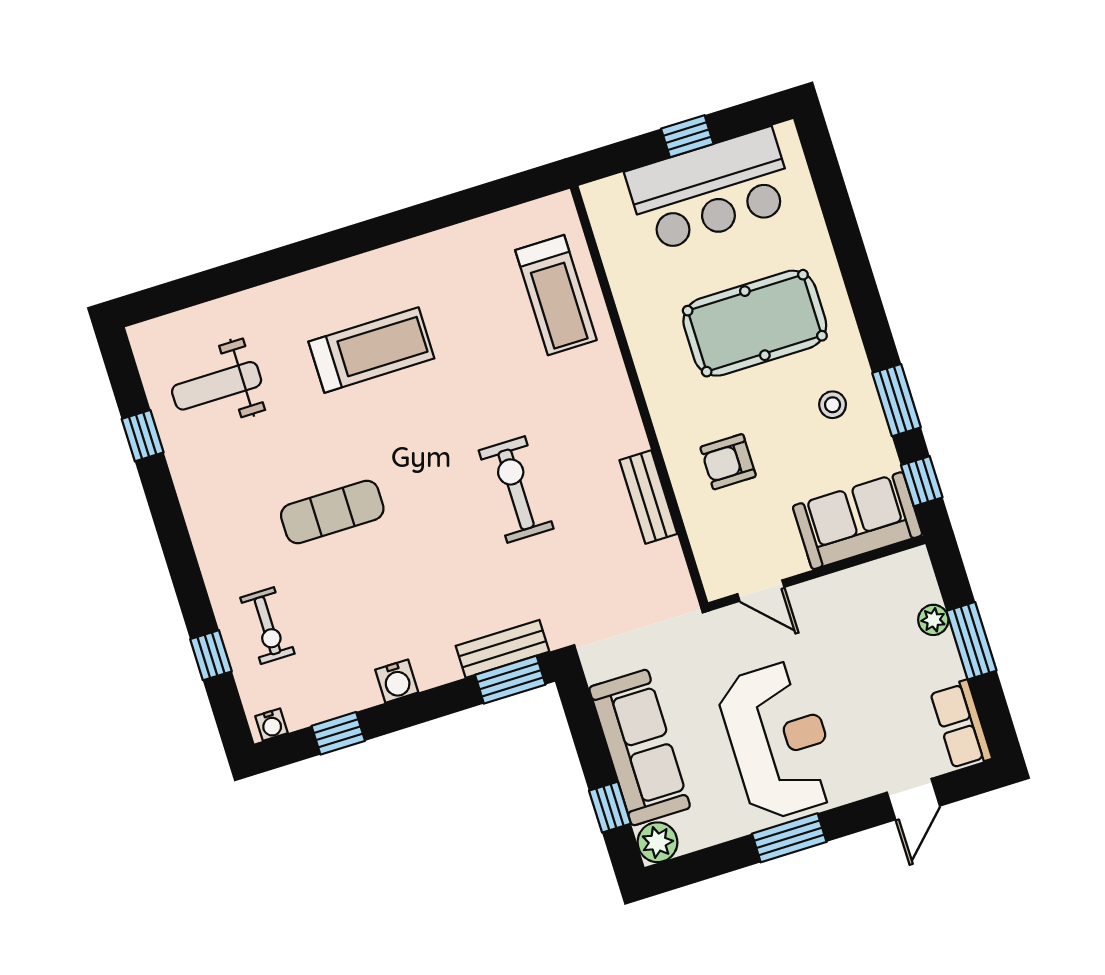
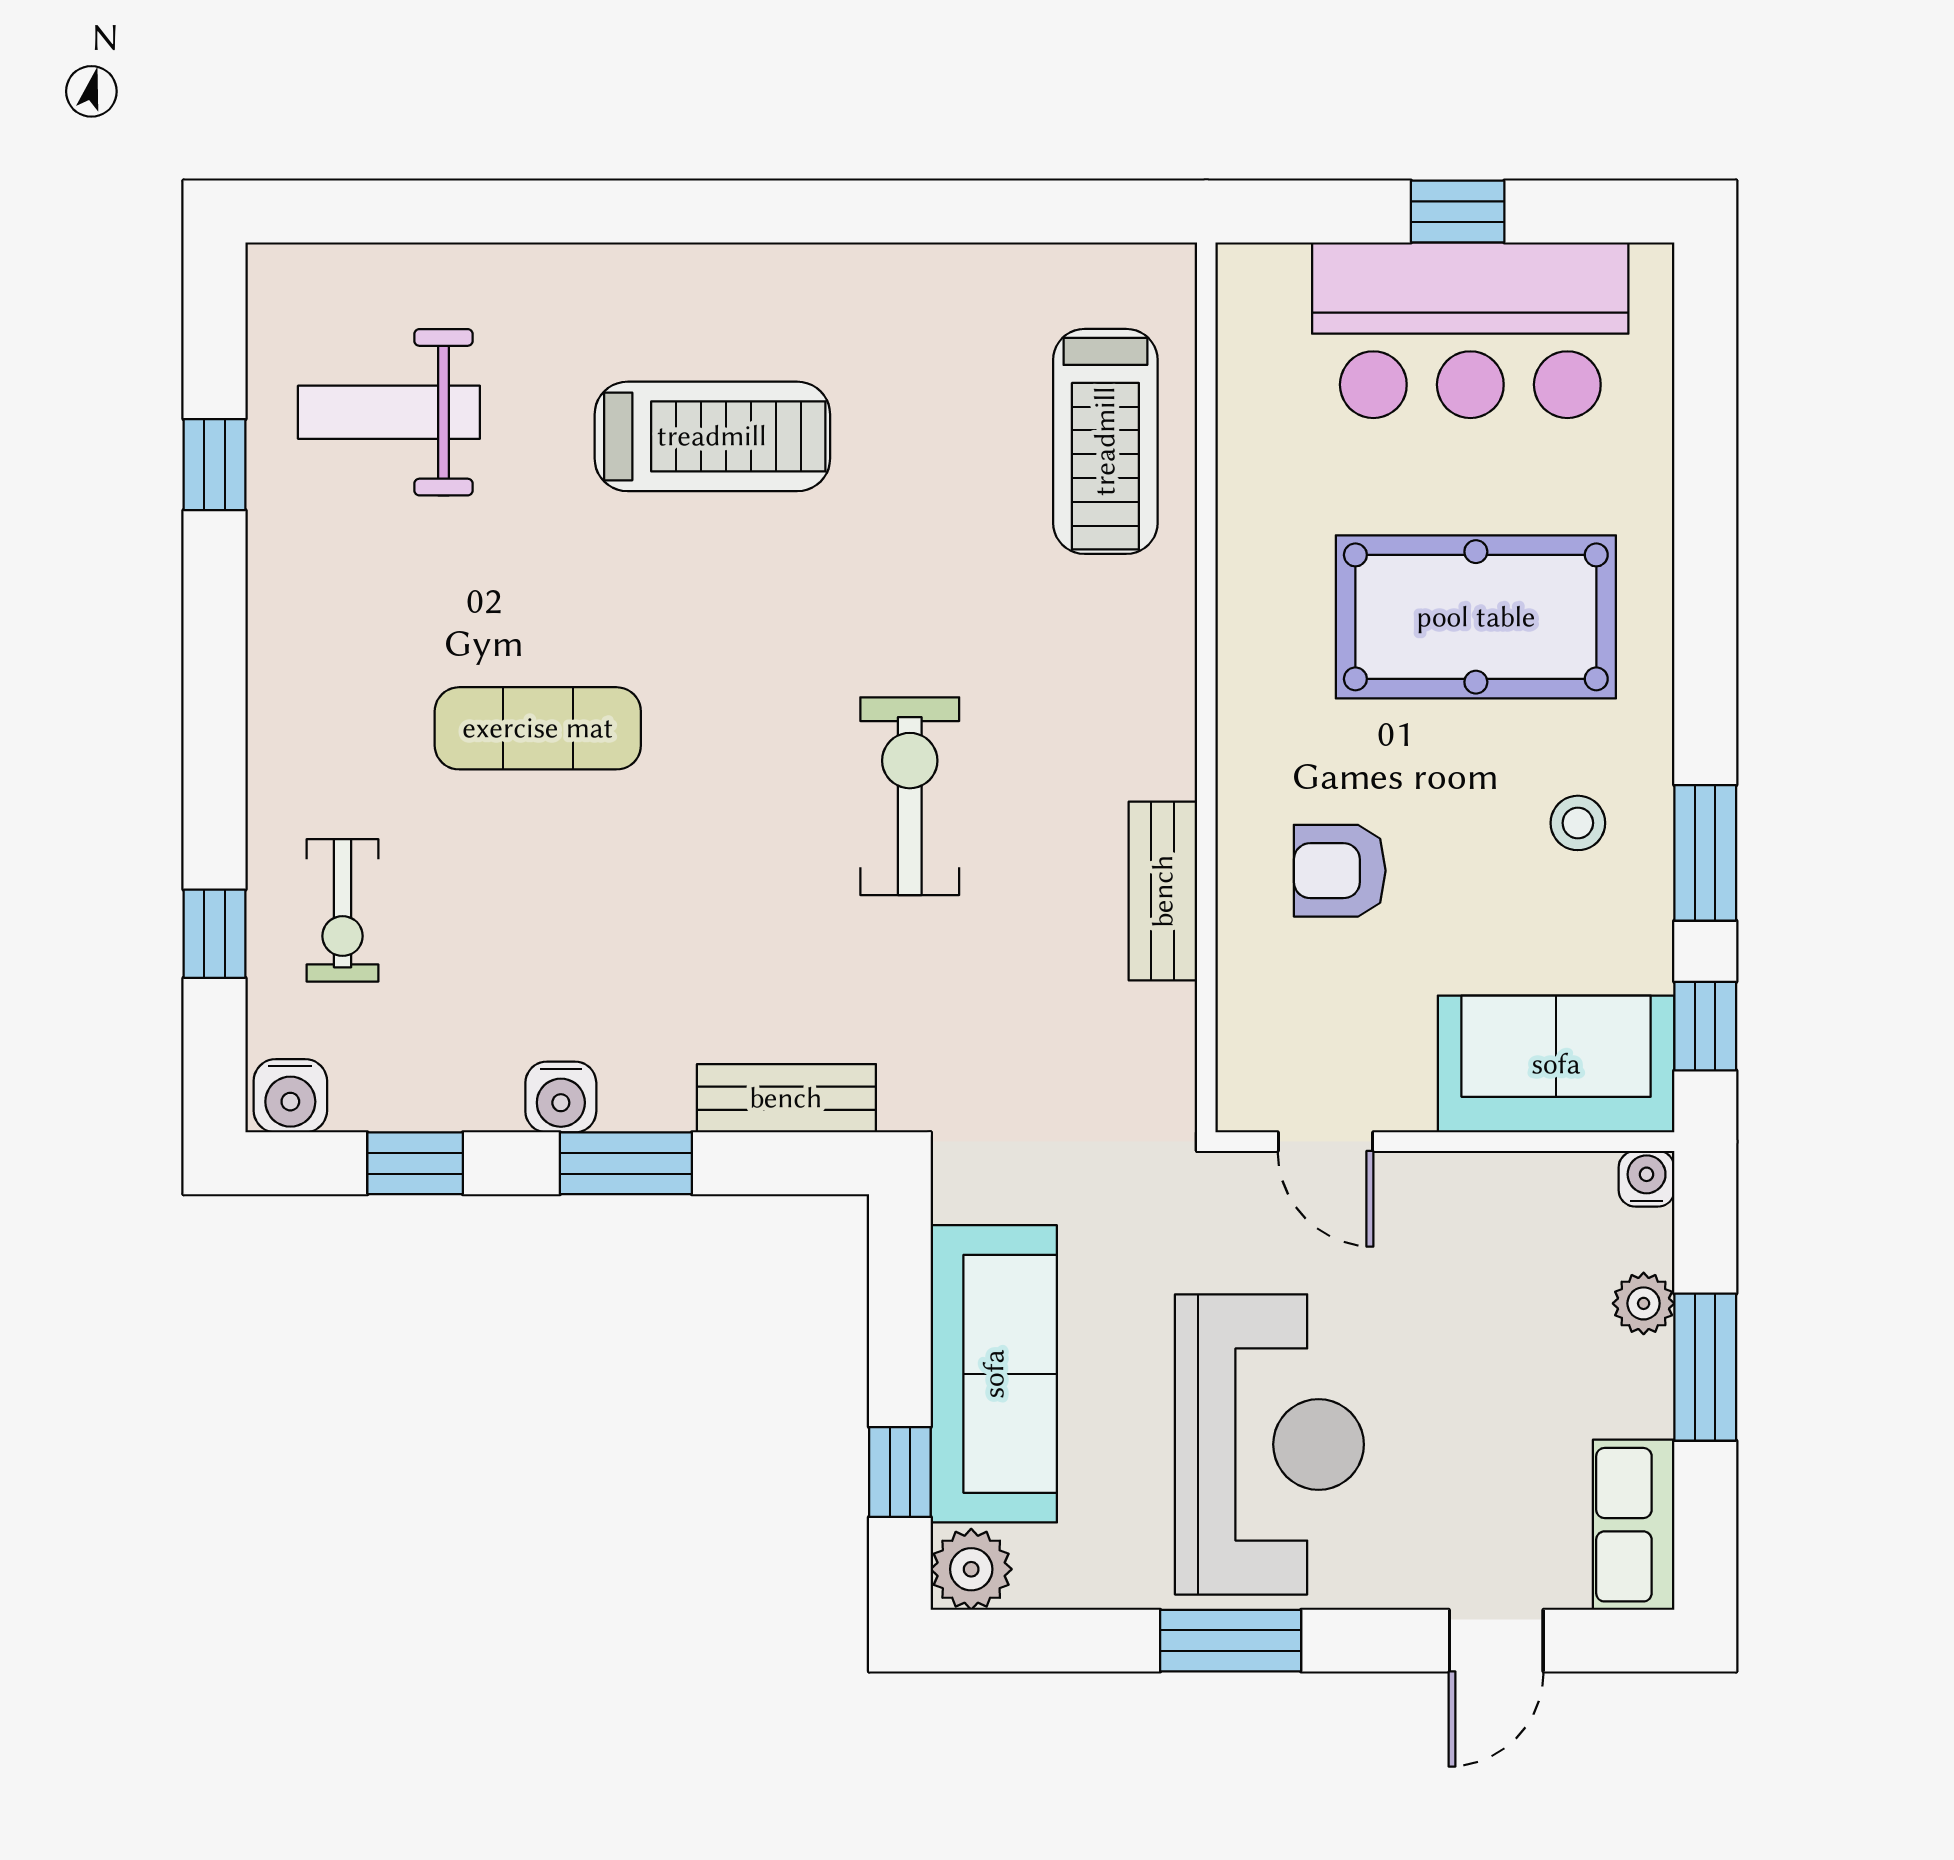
water cooler: (917, 561) -> (1647, 1179), added
window: (510, 680) -> (626, 1163), moved
water cooler: (272, 725) -> (290, 1096), width x1.38, depth x1.38

